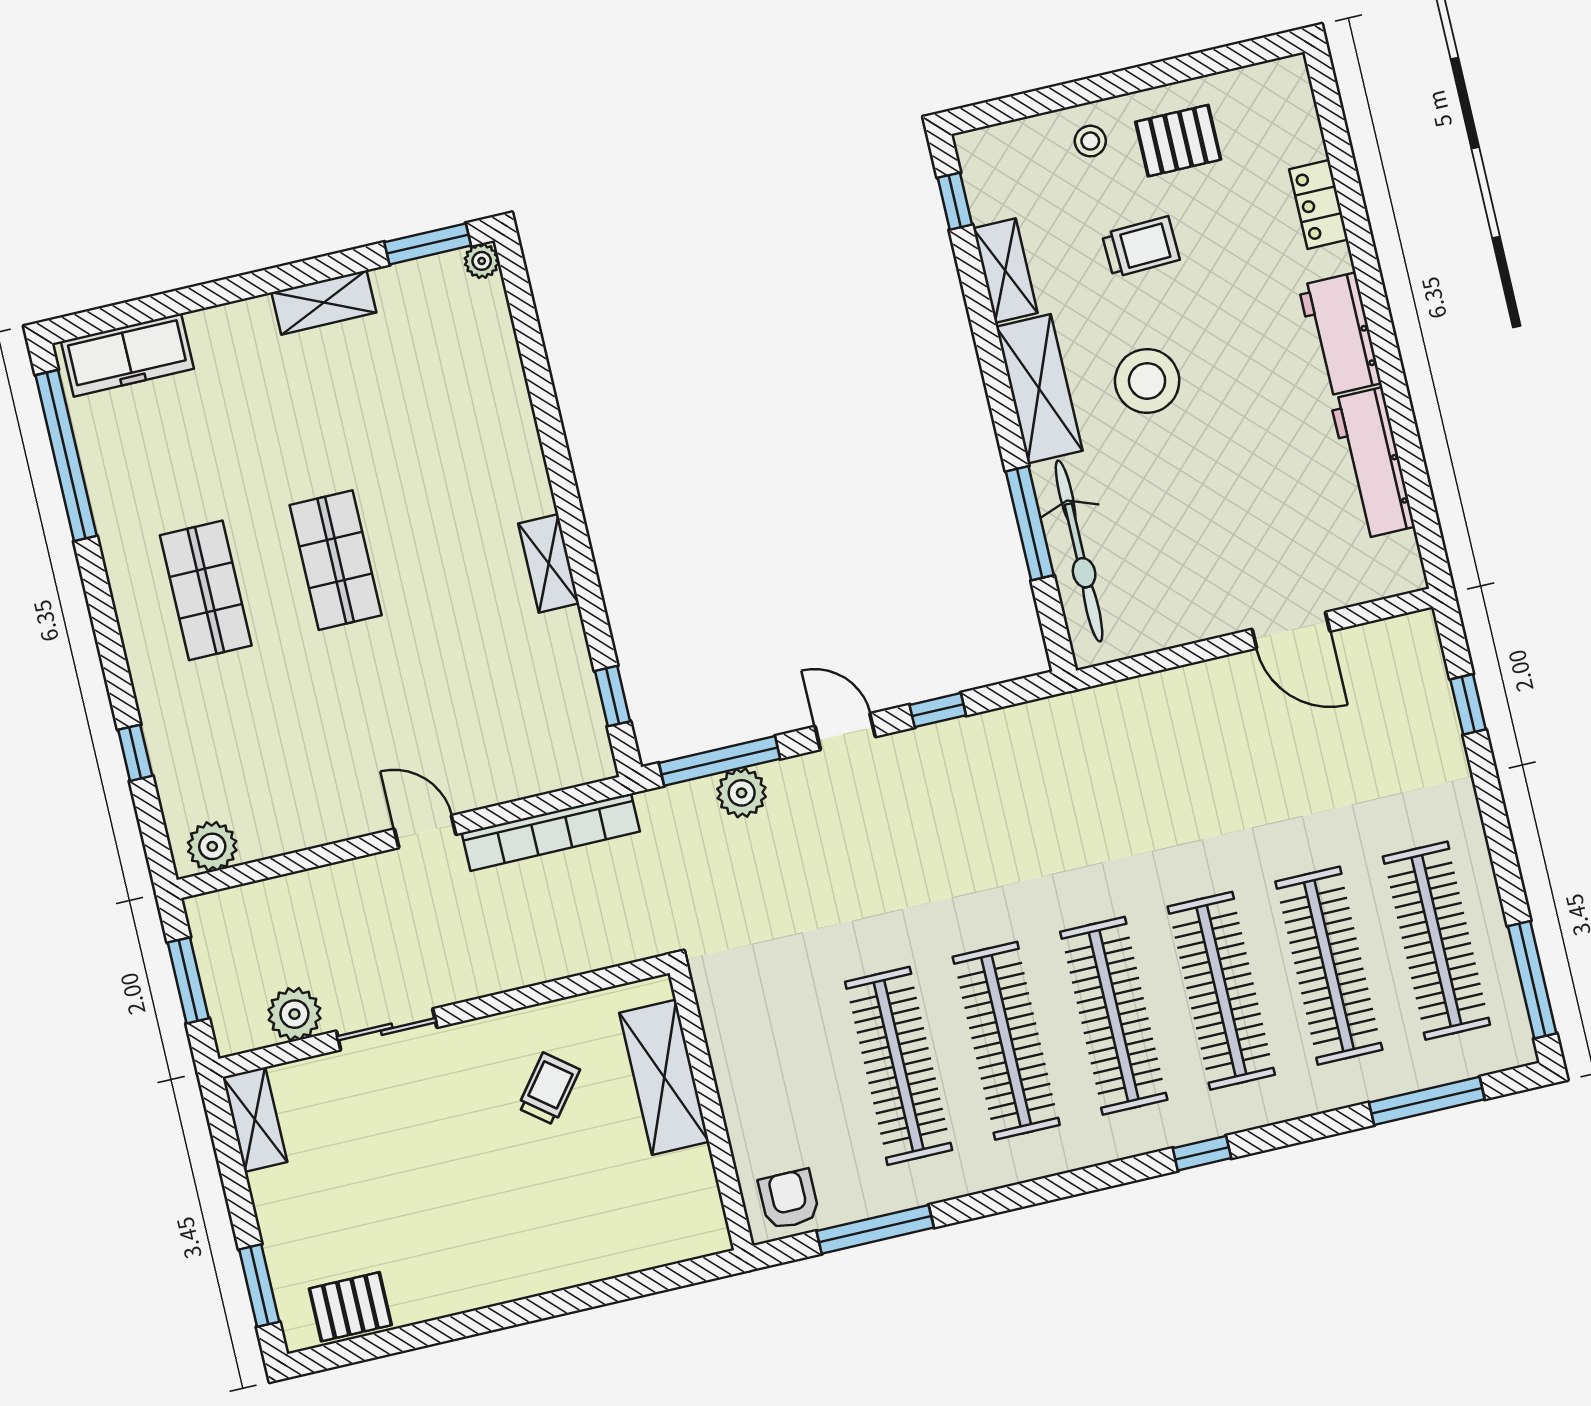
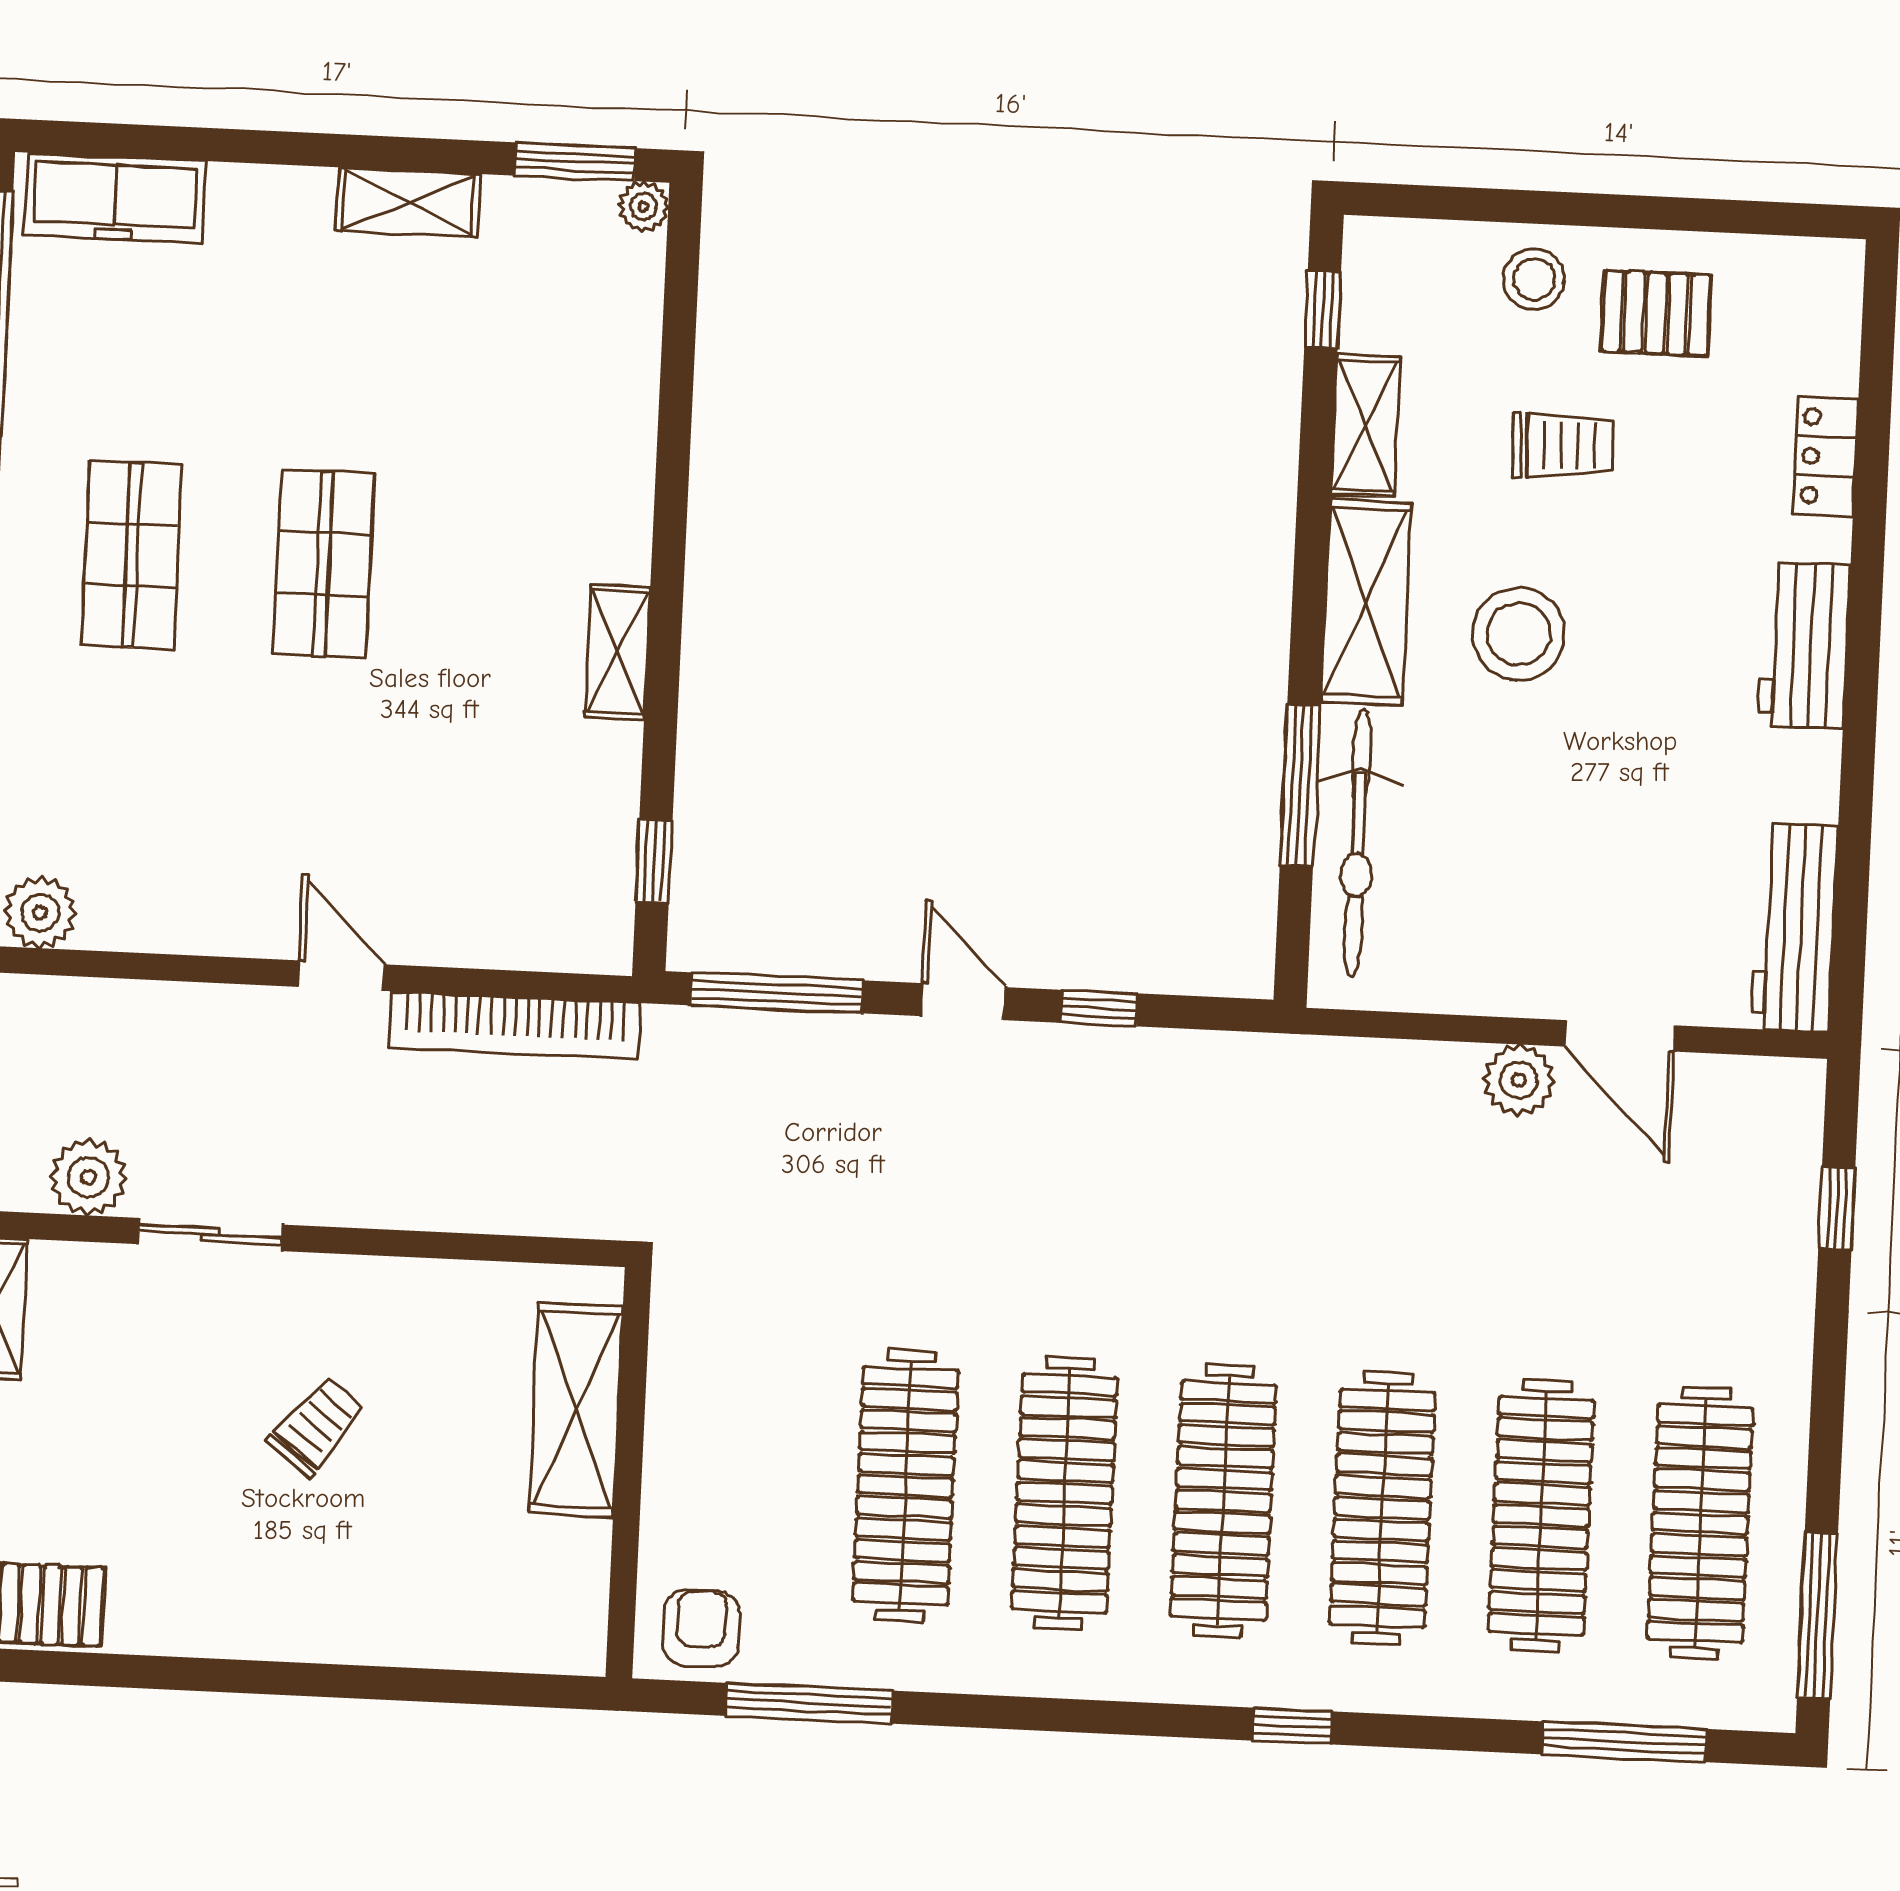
stool: (1090, 141) -> (1534, 279), width x1.37, depth x1.37
workbench: (1372, 463) -> (1795, 927), moved
plant: (742, 793) -> (1519, 1080), moved
trolley: (549, 1089) -> (317, 1426), moved

